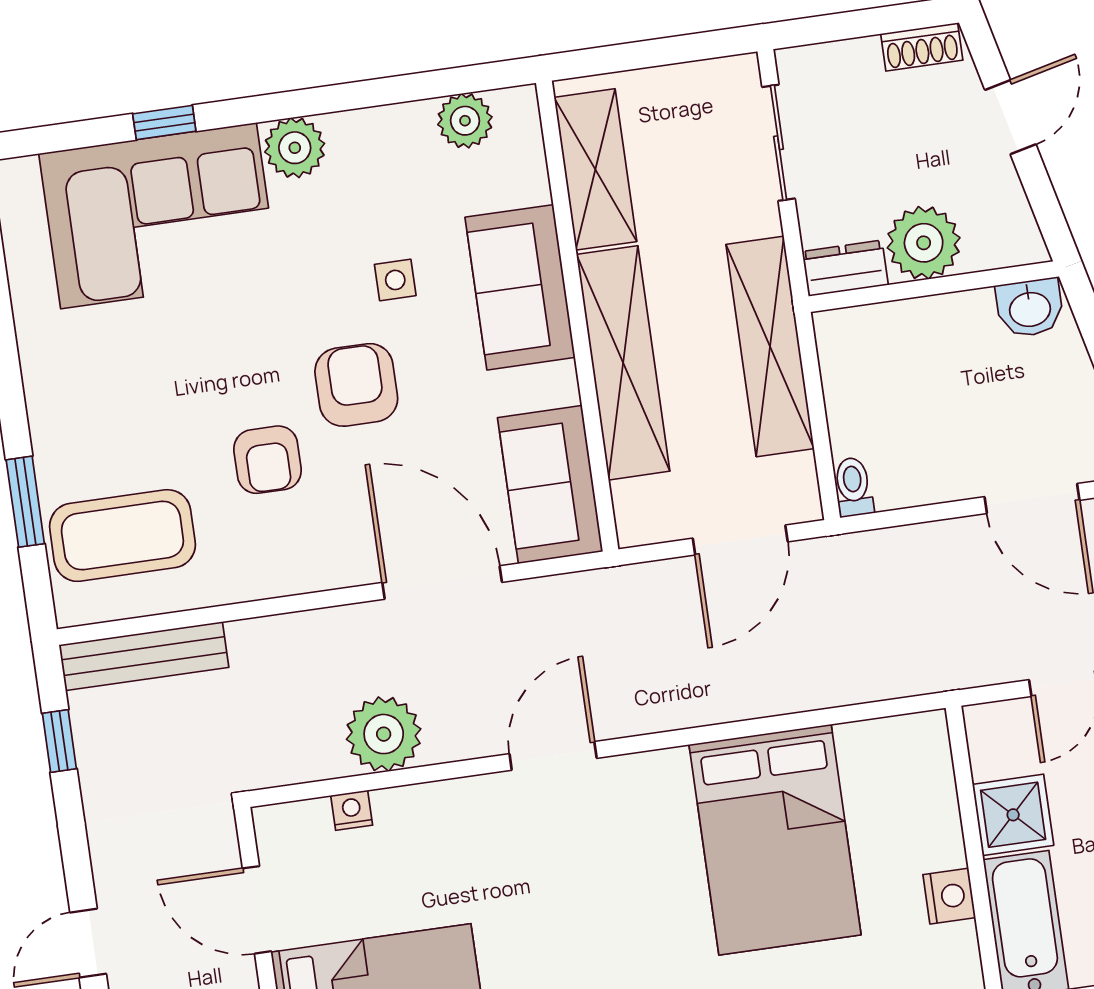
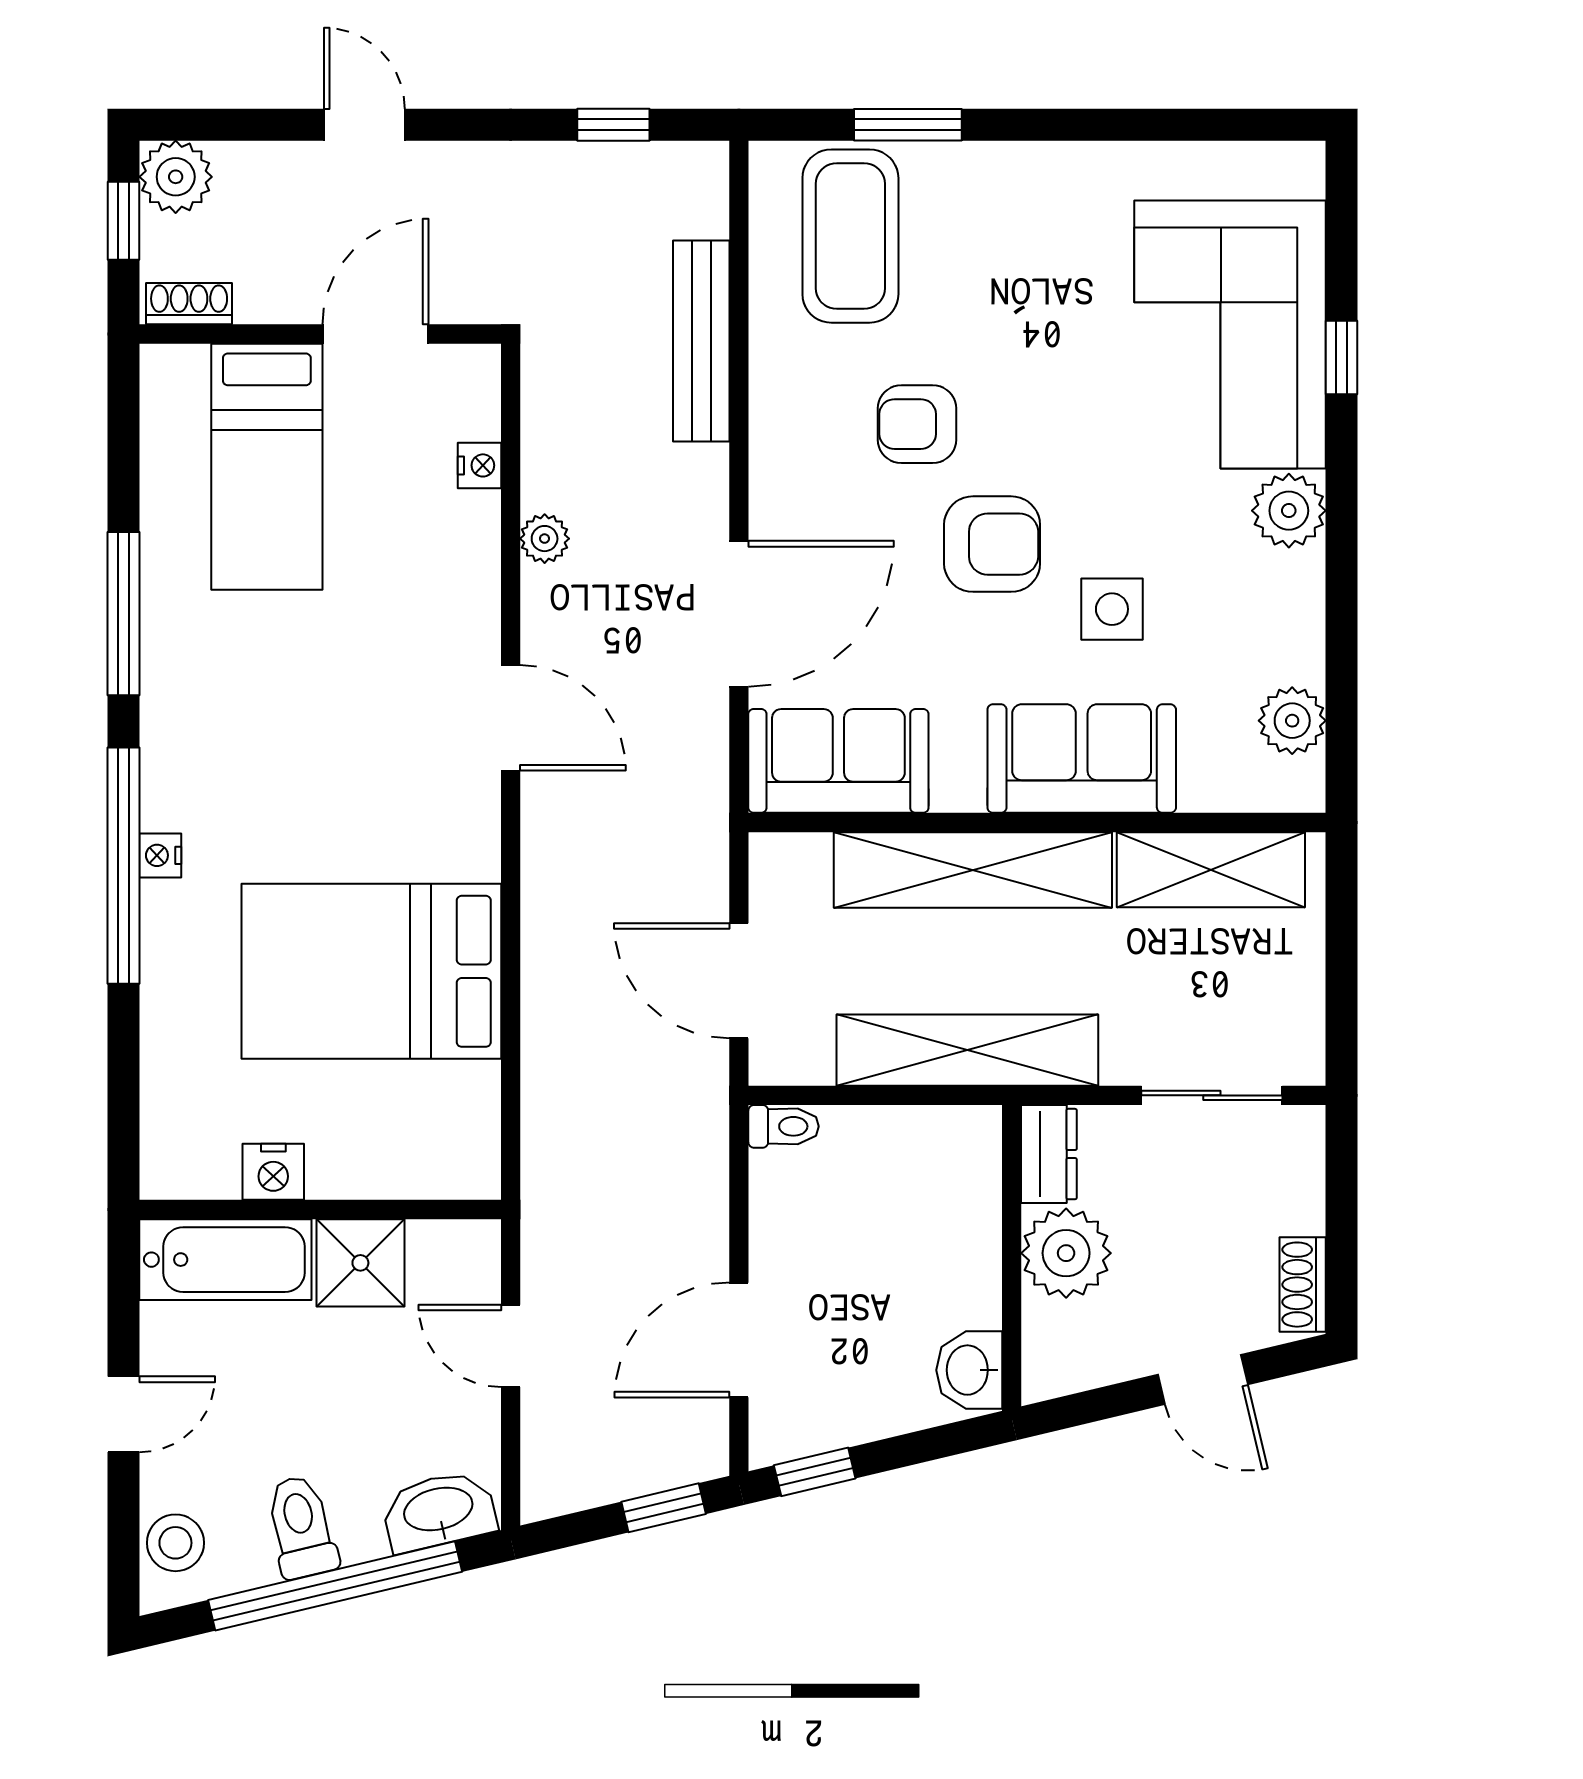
side table: (395, 280) -> (1112, 609), width x1.37, depth x1.37
bench: (144, 656) -> (701, 341), moved
plant: (384, 734) -> (545, 539), width x0.53, depth x0.53

